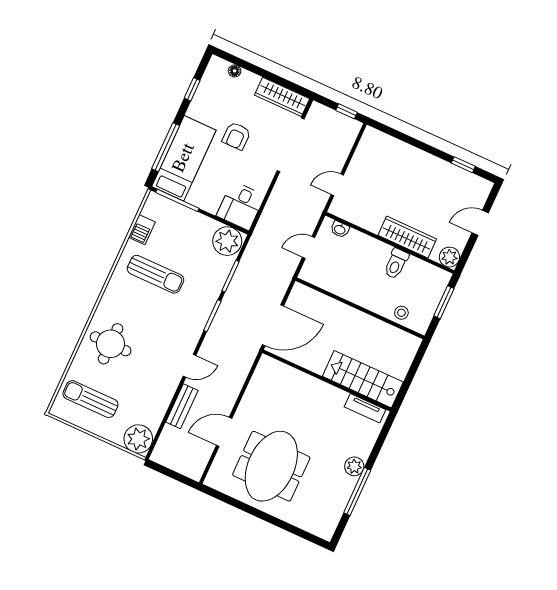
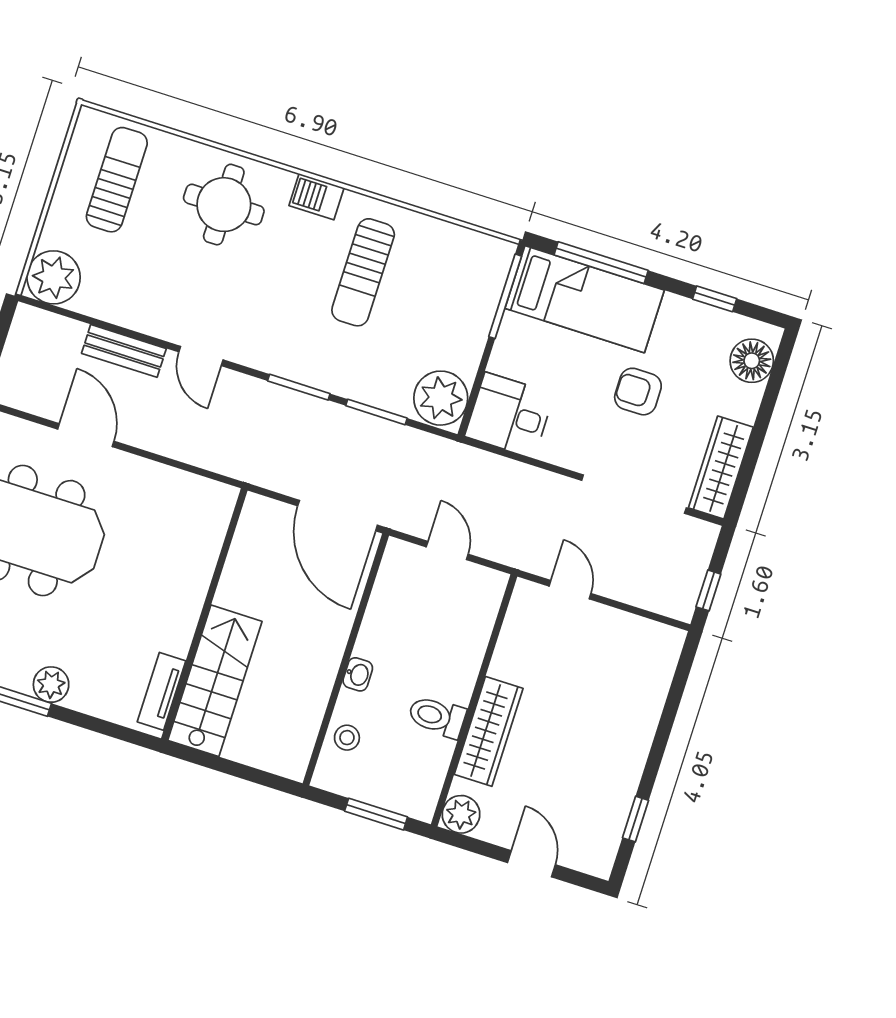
floor lamp: (235, 71) -> (752, 361), width x1.89, depth x1.89
washbasin: (340, 229) -> (358, 674), moved, turned 180
barbecue: (142, 230) -> (316, 197), moved
door: (273, 325) -> (338, 516), moved

